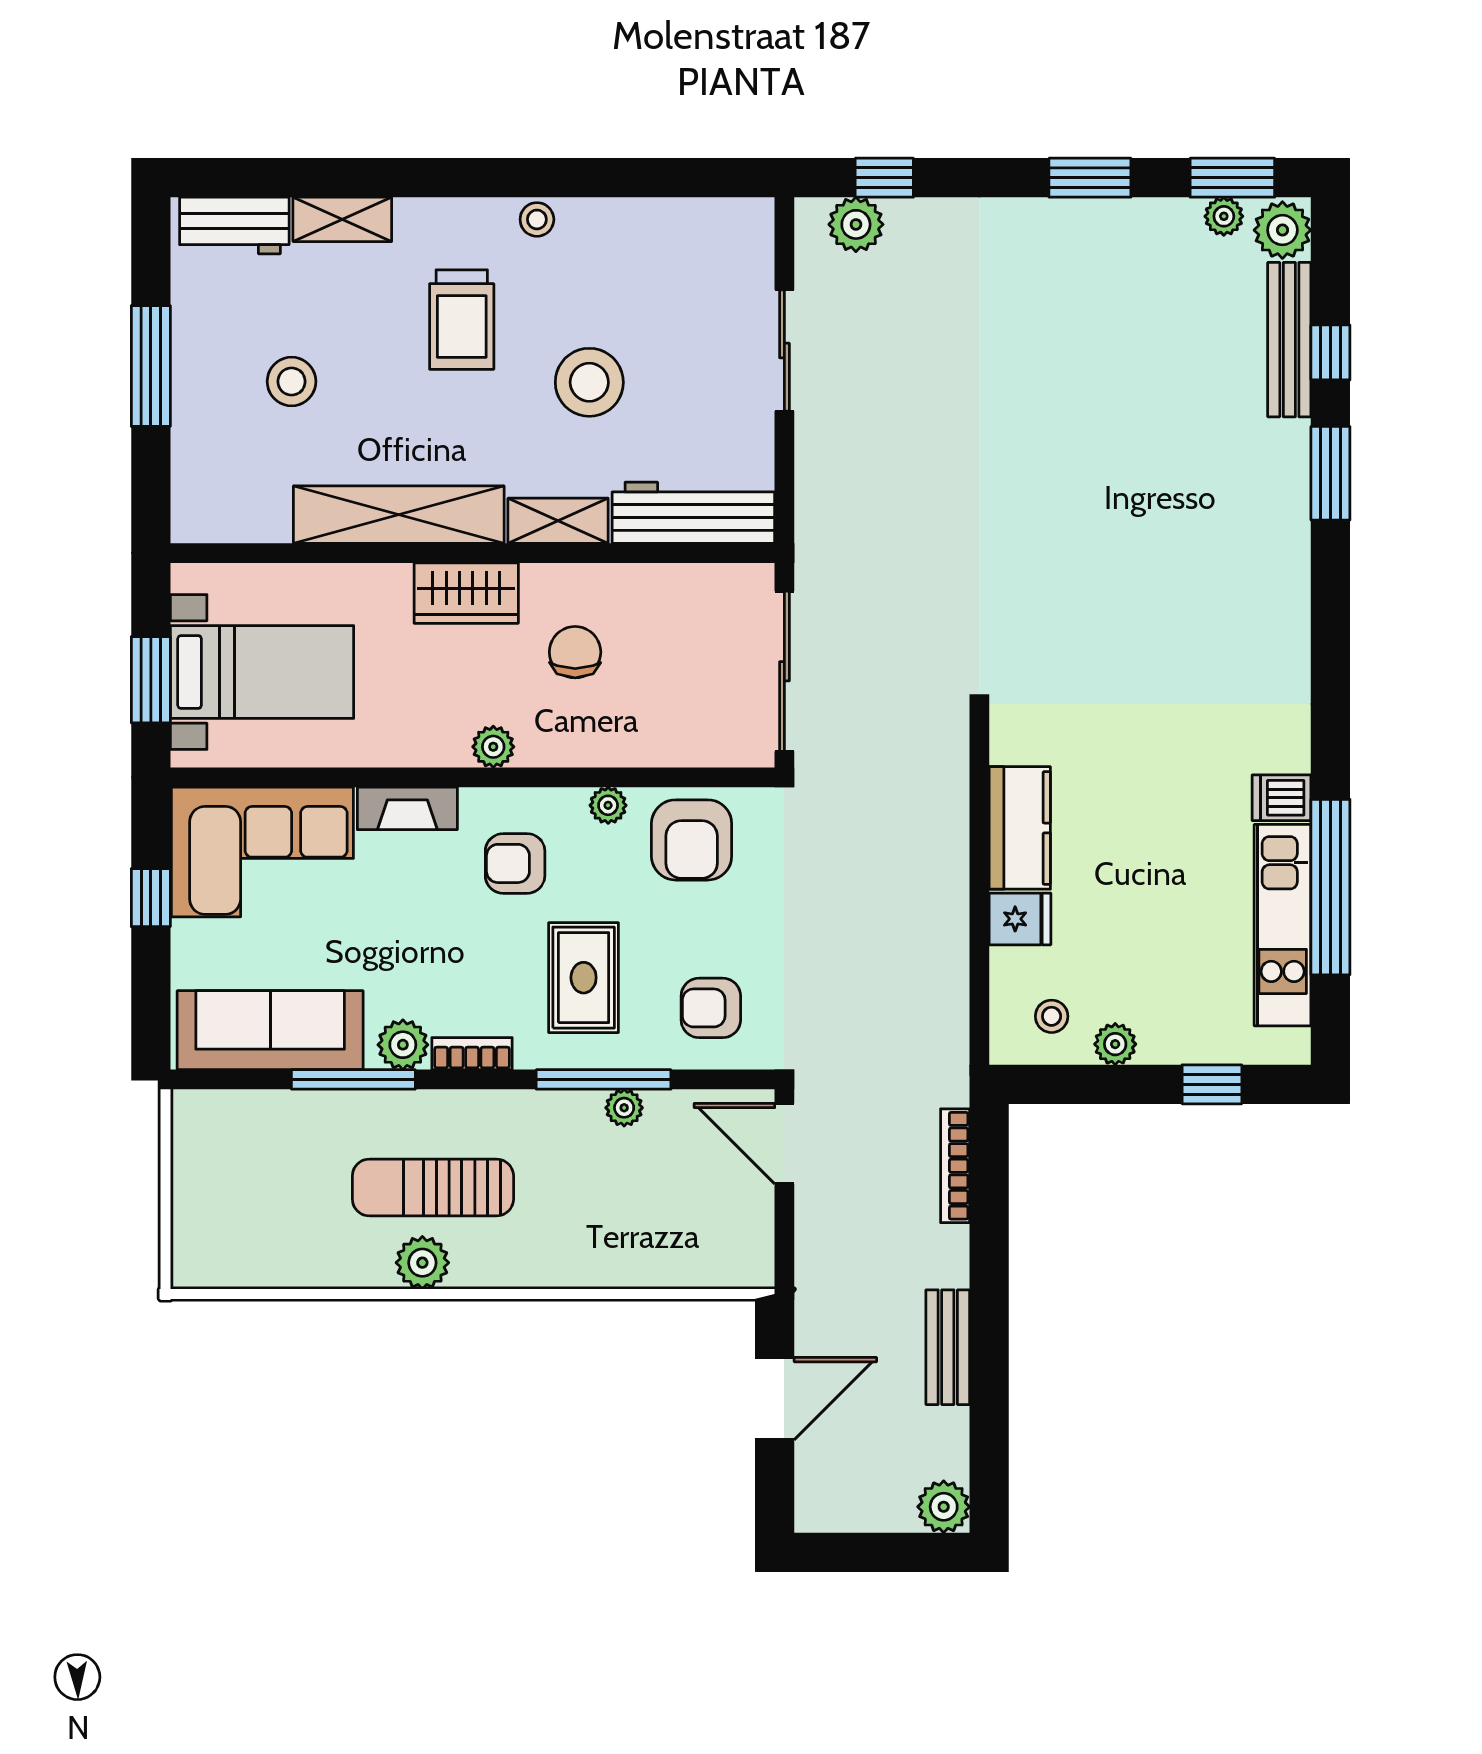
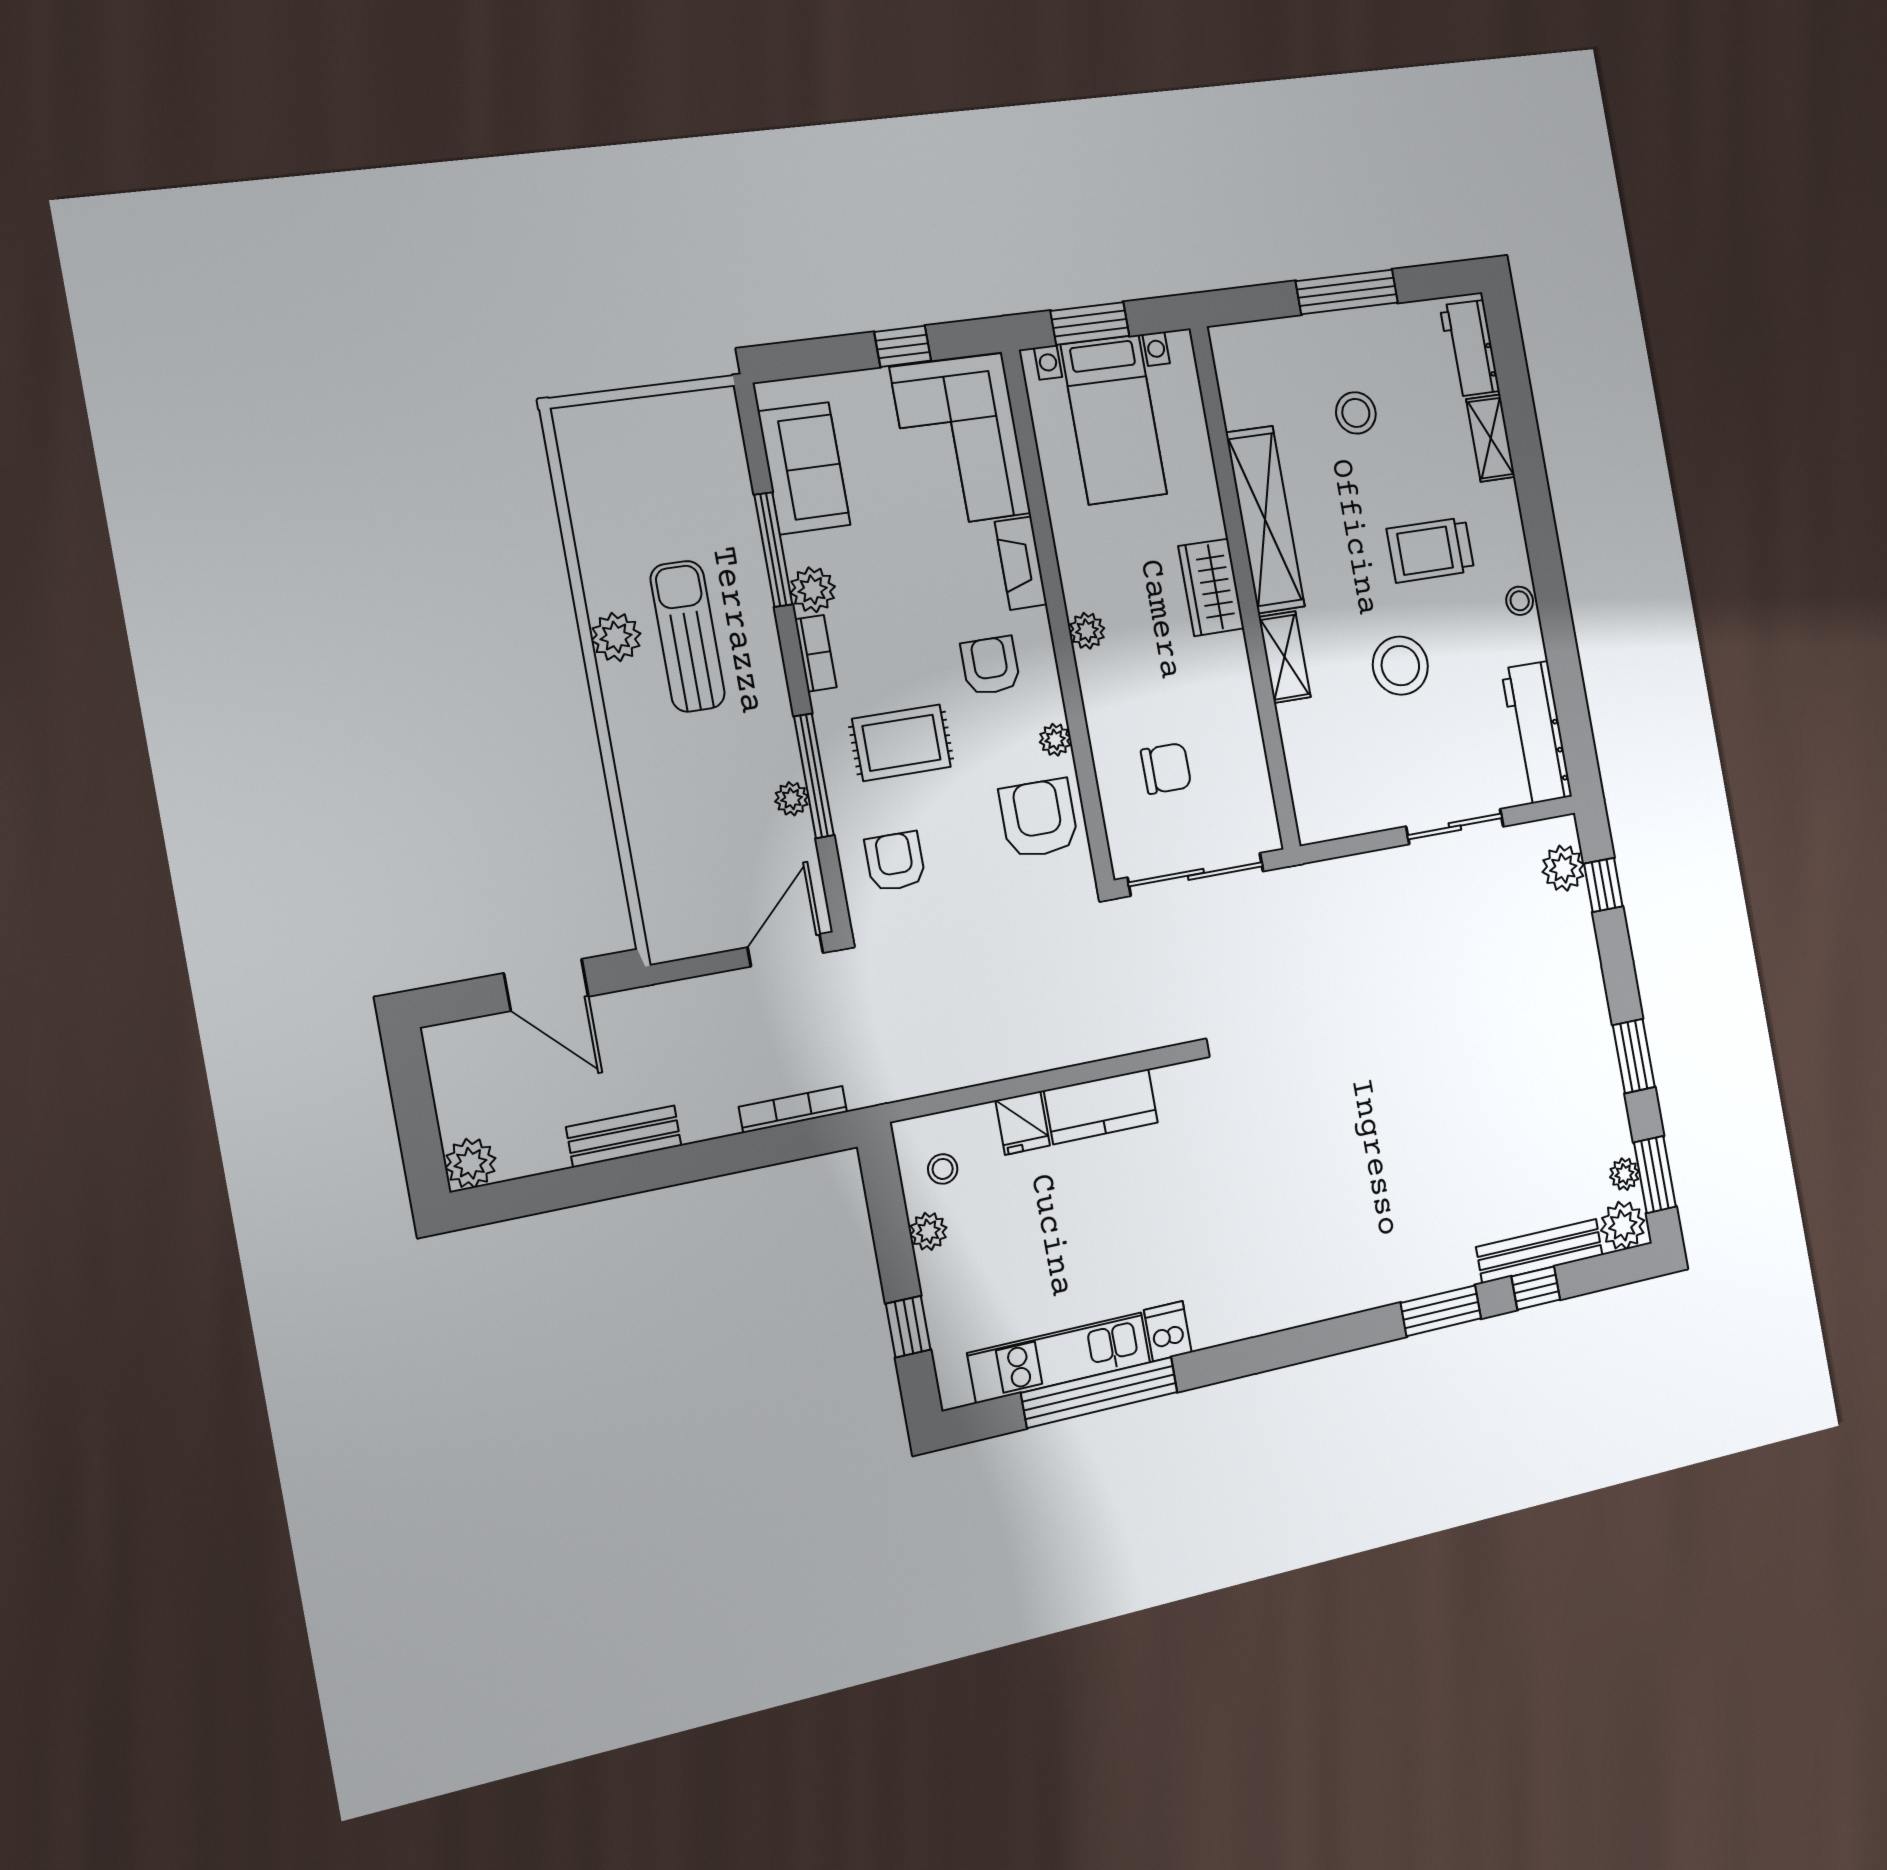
workbench: (693, 513) -> (1537, 733), moved, turned 180
chair: (575, 652) -> (1166, 768), moved
armchair: (692, 840) -> (1039, 819), turned 90
sofa: (270, 1030) -> (804, 468), width x0.73

